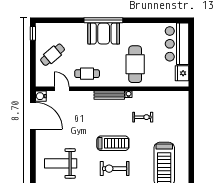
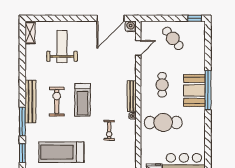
cafe table: (87, 74) -> (162, 85), moved

